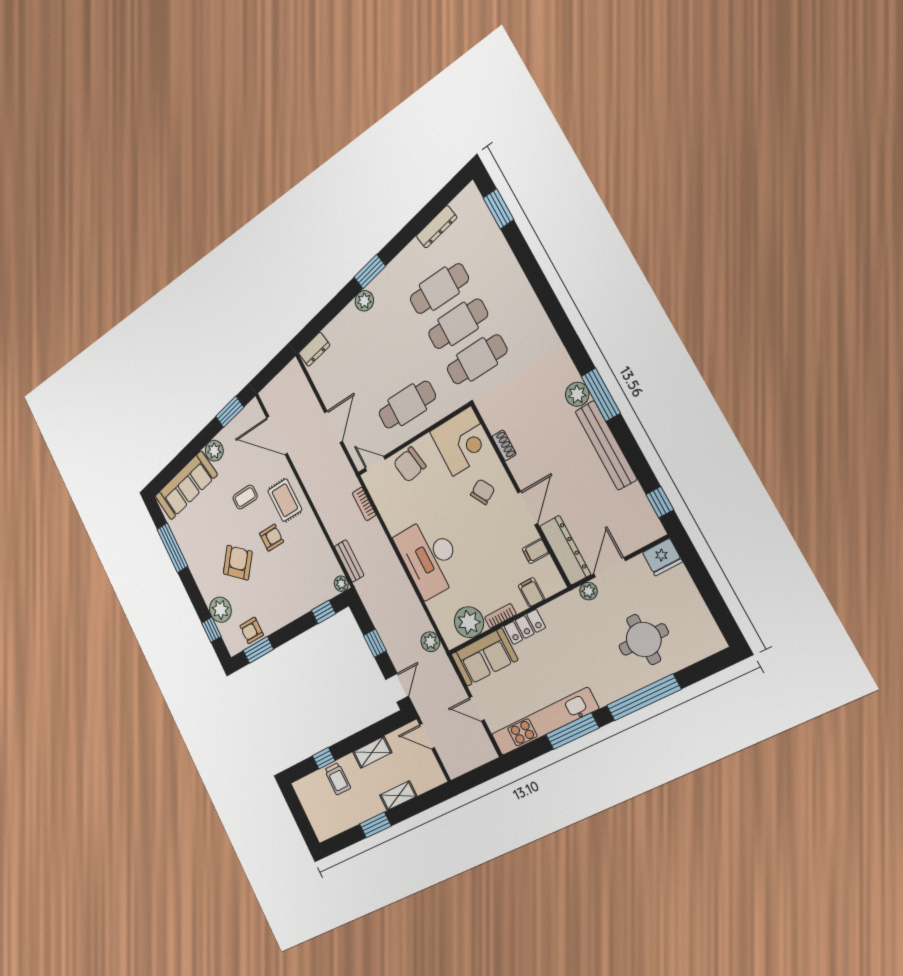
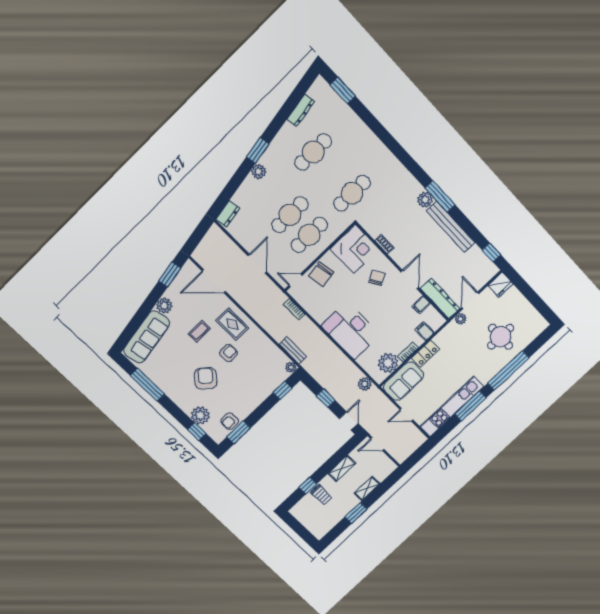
cafe table: (458, 324) -> (290, 215), moved

